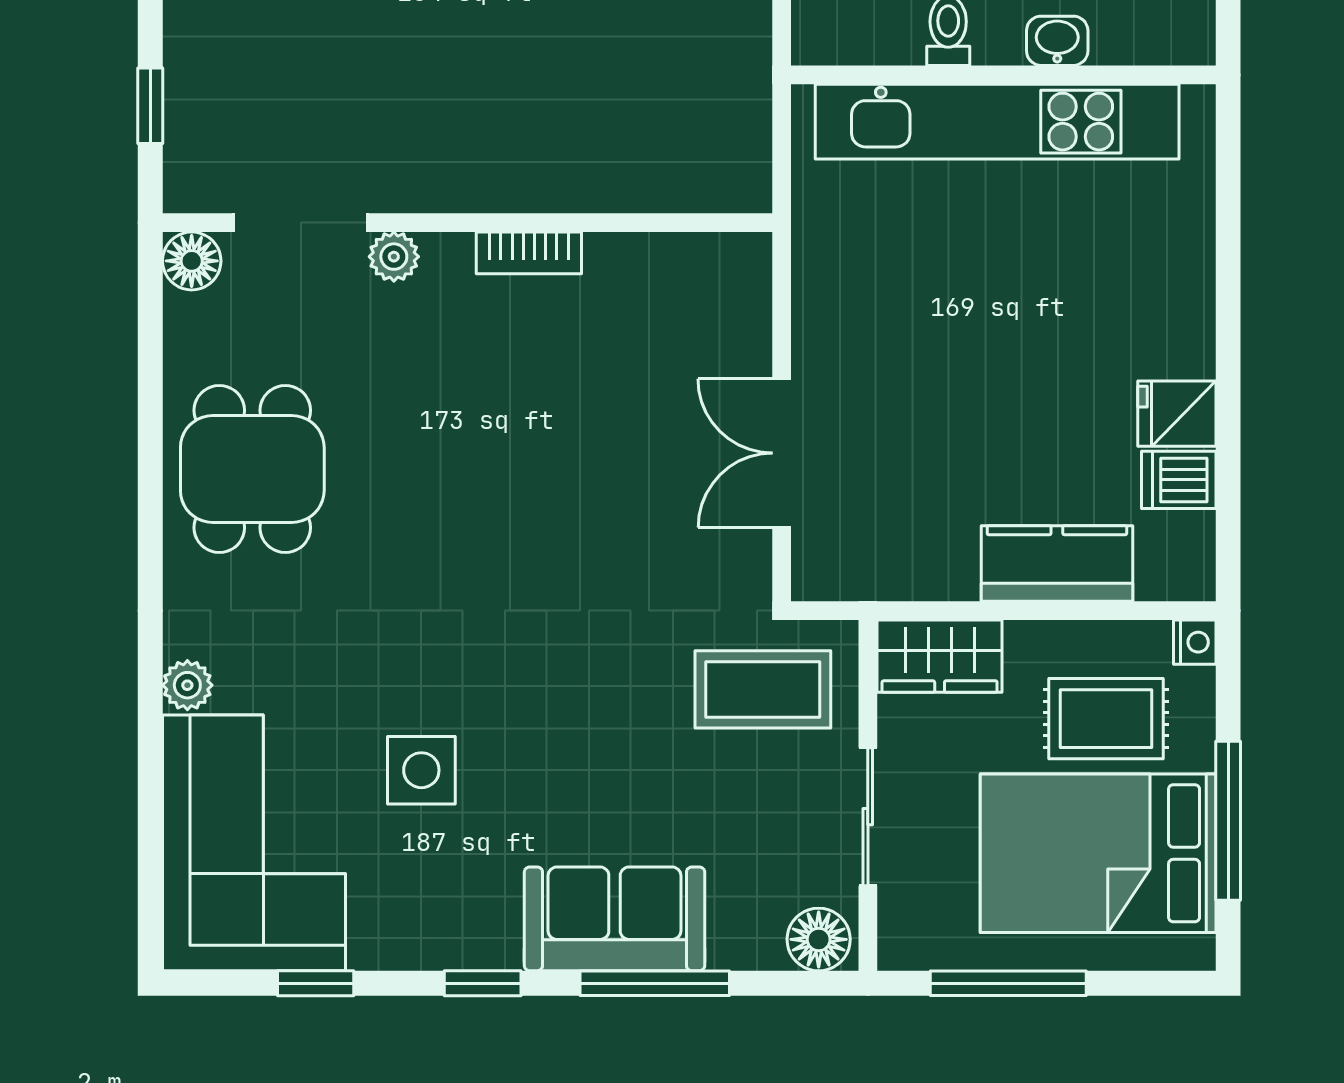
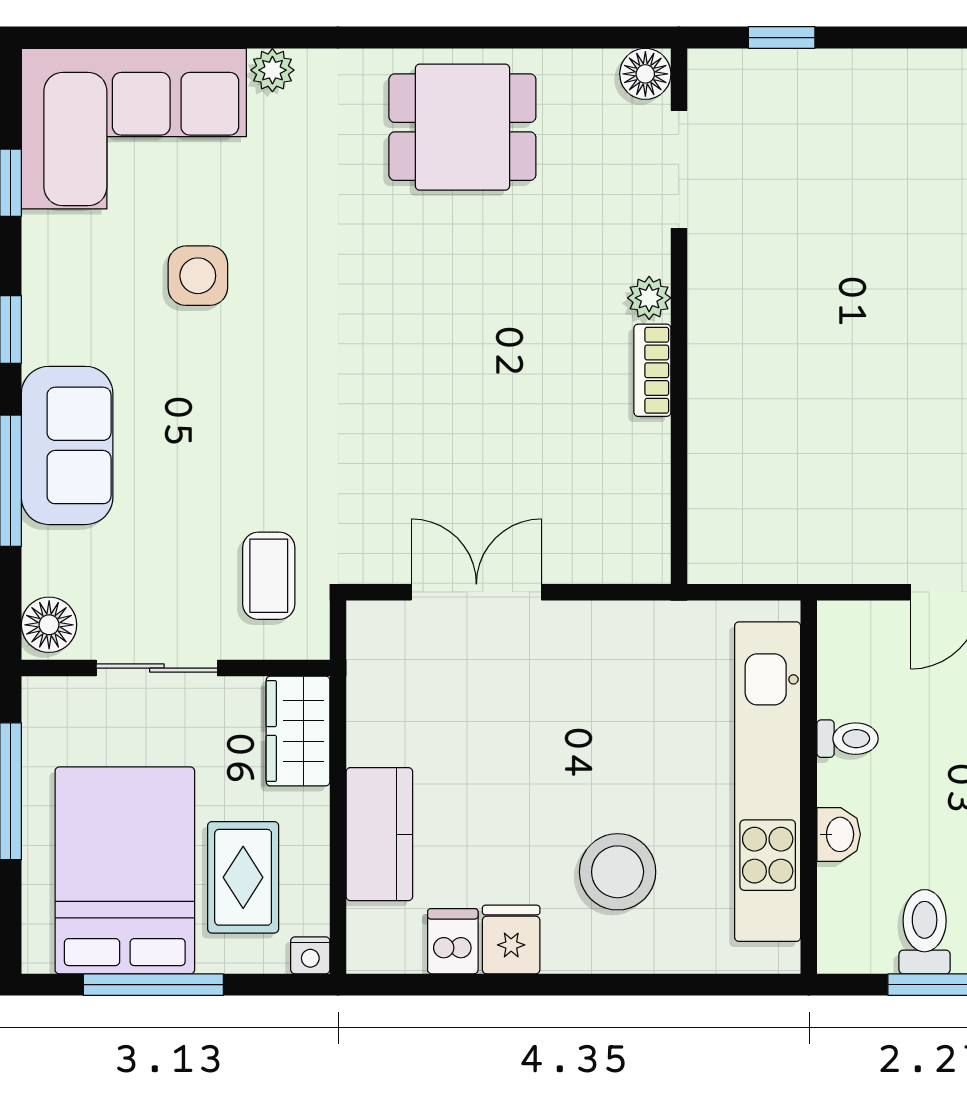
plant: (394, 257) -> (649, 298), moved
stool: (1100, 292) -> (618, 872), added
coffee table: (763, 689) -> (269, 576), width x0.73, depth x0.77

